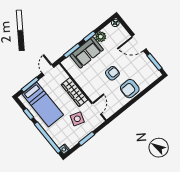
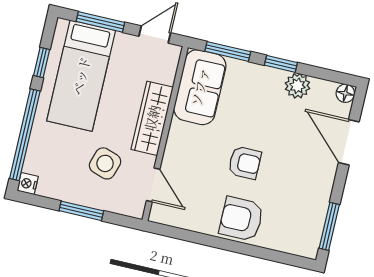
door: (139, 43) -> (349, 142), moved
sofa: (87, 52) -> (200, 87), moved, turned -90
door: (96, 109) -> (153, 185), hinge flipped

